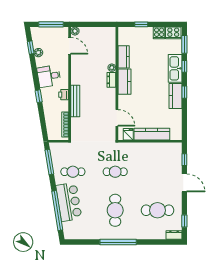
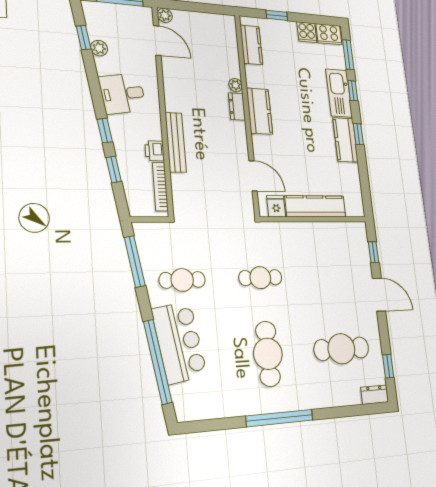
kitchen counter: (124, 57) -> (251, 45), moved
printer: (64, 95) -> (155, 151), moved
window: (42, 116) -> (114, 169), added

